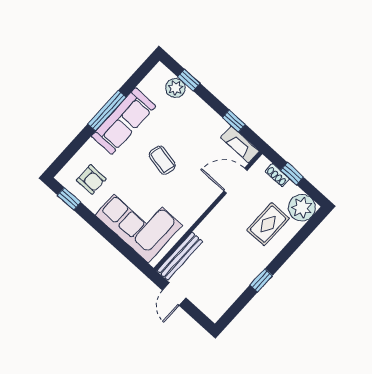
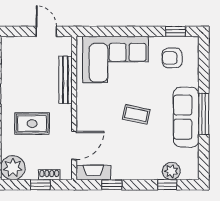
rug: (268, 224) -> (32, 124), moved, turned 90
bench: (180, 256) -> (66, 80), moved

